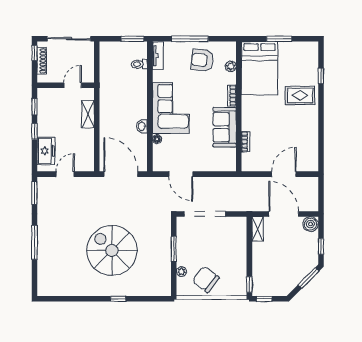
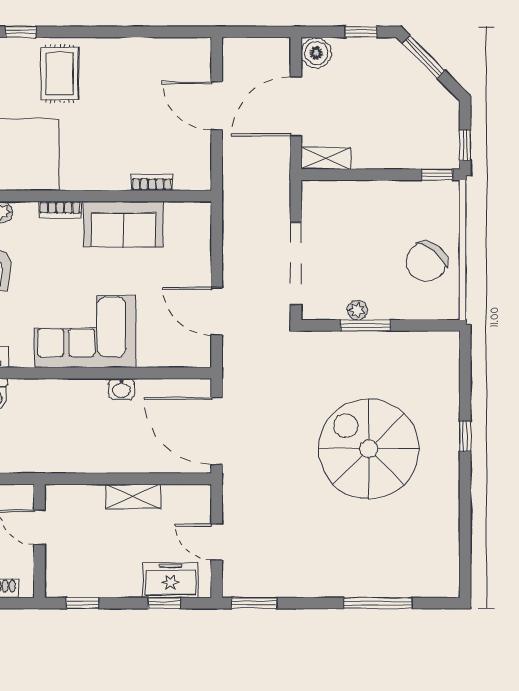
shelving: (88, 114) -> (133, 496), moved
window: (34, 131) -> (164, 603), moved
floor lamp: (157, 139) -> (147, 359), removed
door: (121, 174) -> (217, 431), hinge flipped
door: (181, 174) -> (217, 311), swing flipped
window: (34, 242) -> (378, 603), moved
spiral stairs: (112, 250) -> (369, 449), turned 90
plant: (181, 272) -> (357, 310), moved

